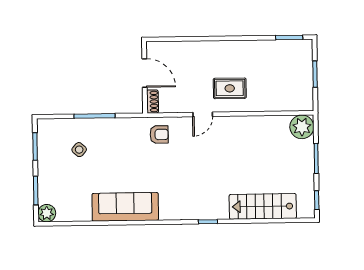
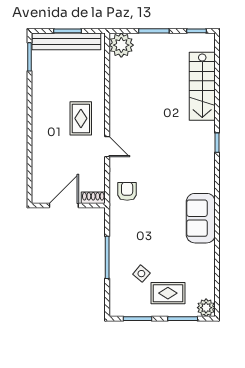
bench: (305, 73) -> (66, 41), added
rug: (60, 176) -> (168, 293), added
sofa: (125, 207) -> (201, 218), width x0.73

